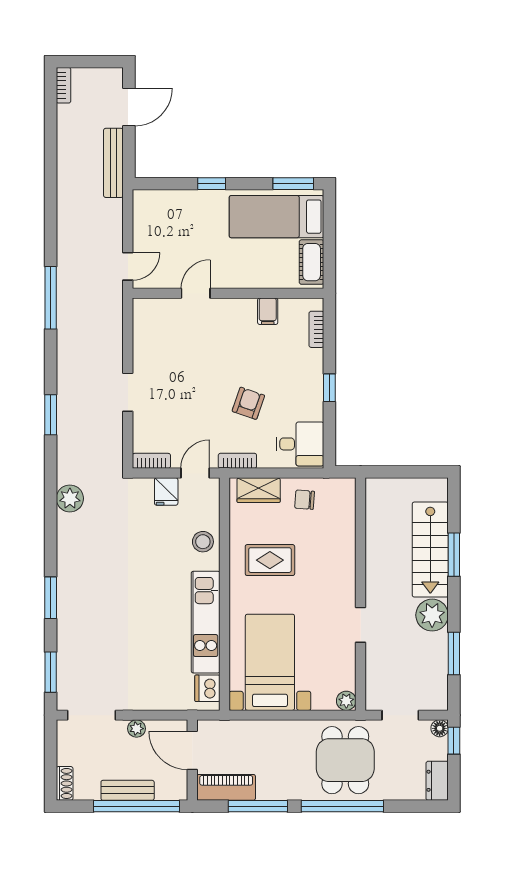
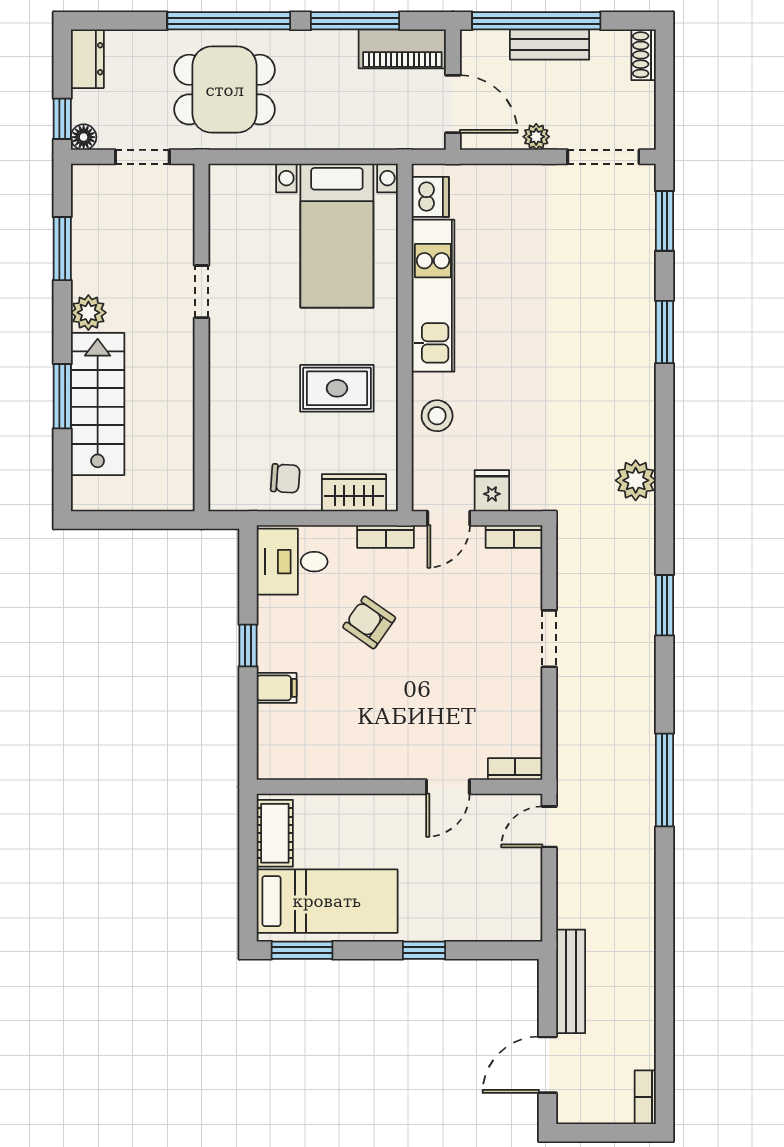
filing cabinet: (268, 311) -> (277, 688), moved, turned 90
bookcase: (316, 329) -> (515, 769), moved, turned -90
armchair: (248, 403) -> (369, 622), turned 106
plant: (432, 615) -> (88, 313), width x0.73, depth x0.73
plant: (346, 701) -> (223, 178), removed
dining table: (345, 760) -> (225, 90), turned 90

